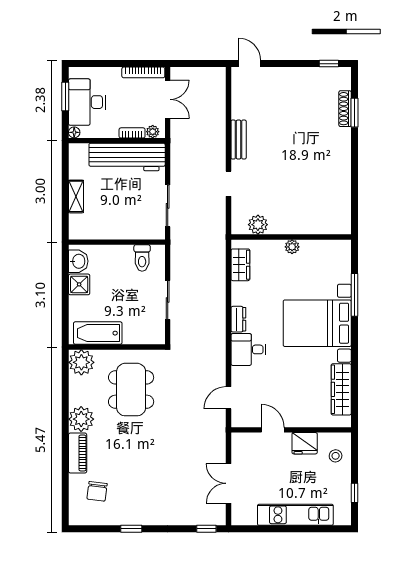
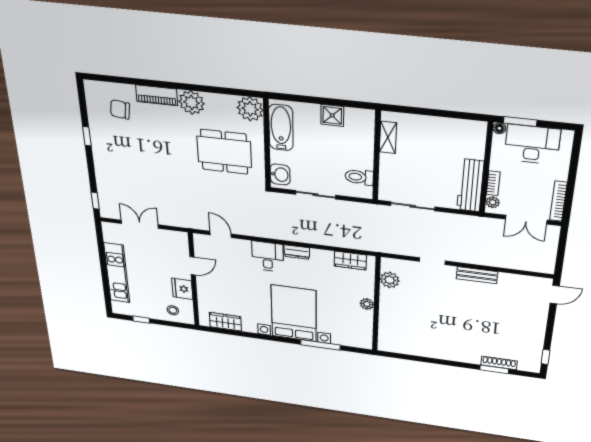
window: (65, 96) -> (520, 122), moved
workbench: (127, 157) -> (470, 185), width x0.73, depth x0.76
shelving: (76, 196) -> (388, 137), moved, turned 90
washbasin: (78, 261) -> (280, 175), moved, turned -90
wardrobe: (341, 389) -> (225, 322), width x0.67

